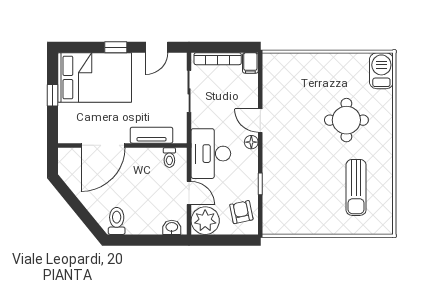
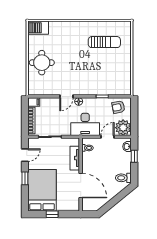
door: (157, 47) -> (25, 155), hinge flipped
round table: (346, 120) -> (42, 63), moved
window: (155, 240) -> (134, 156), added

